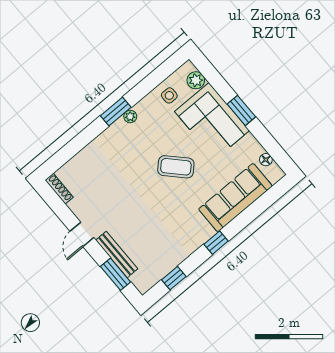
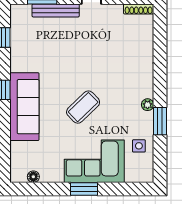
plant: (196, 80) -> (134, 174), removed
window: (116, 112) -> (160, 121), moved
sofa: (235, 198) -> (24, 107), moved

